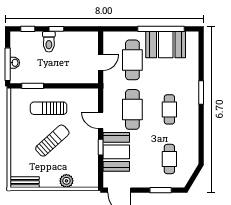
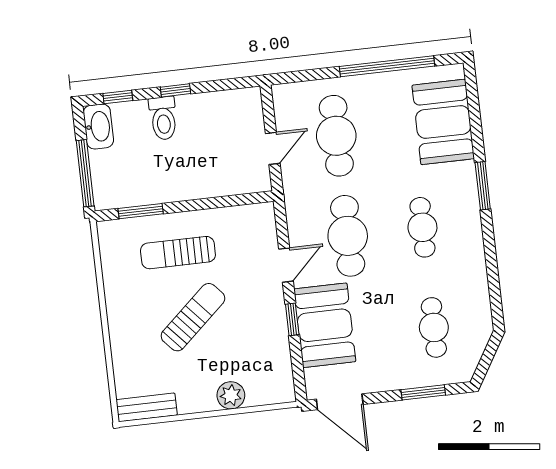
booth: (166, 45) -> (443, 122), moved, turned 90
washbasin: (15, 63) -> (98, 126), moved, width x1.91, depth x1.45
door: (101, 120) -> (286, 265), swing flipped

